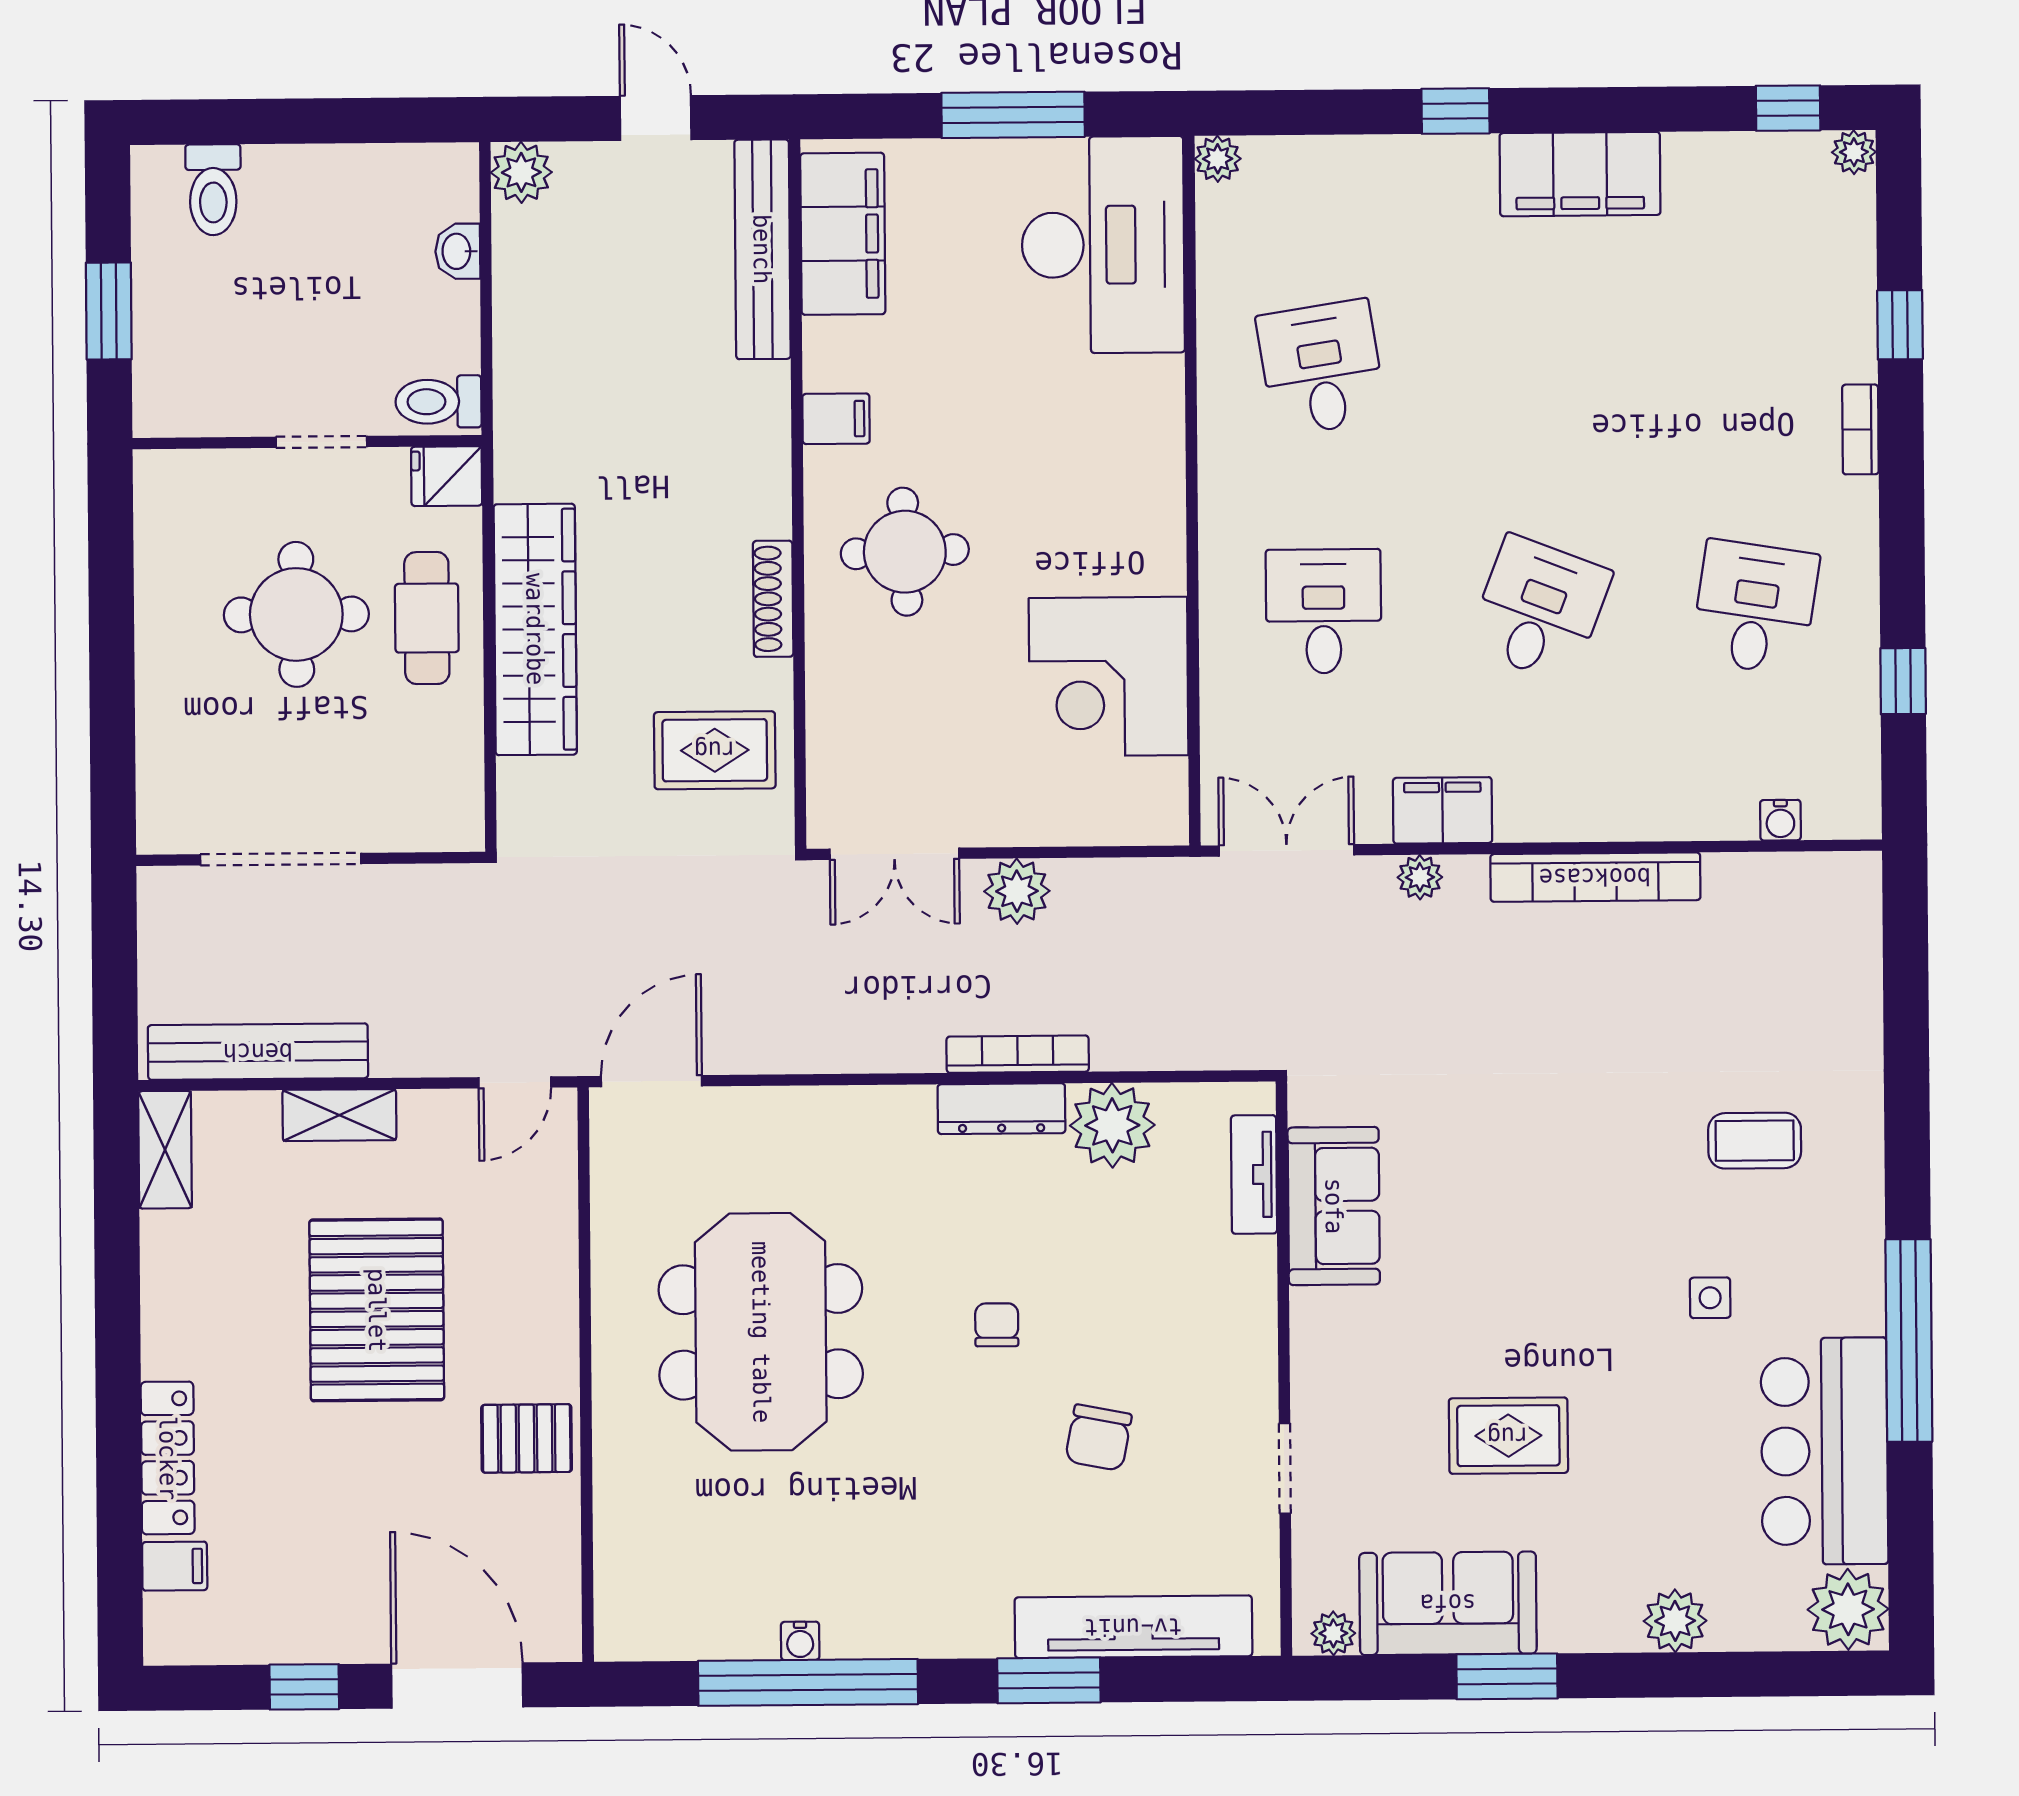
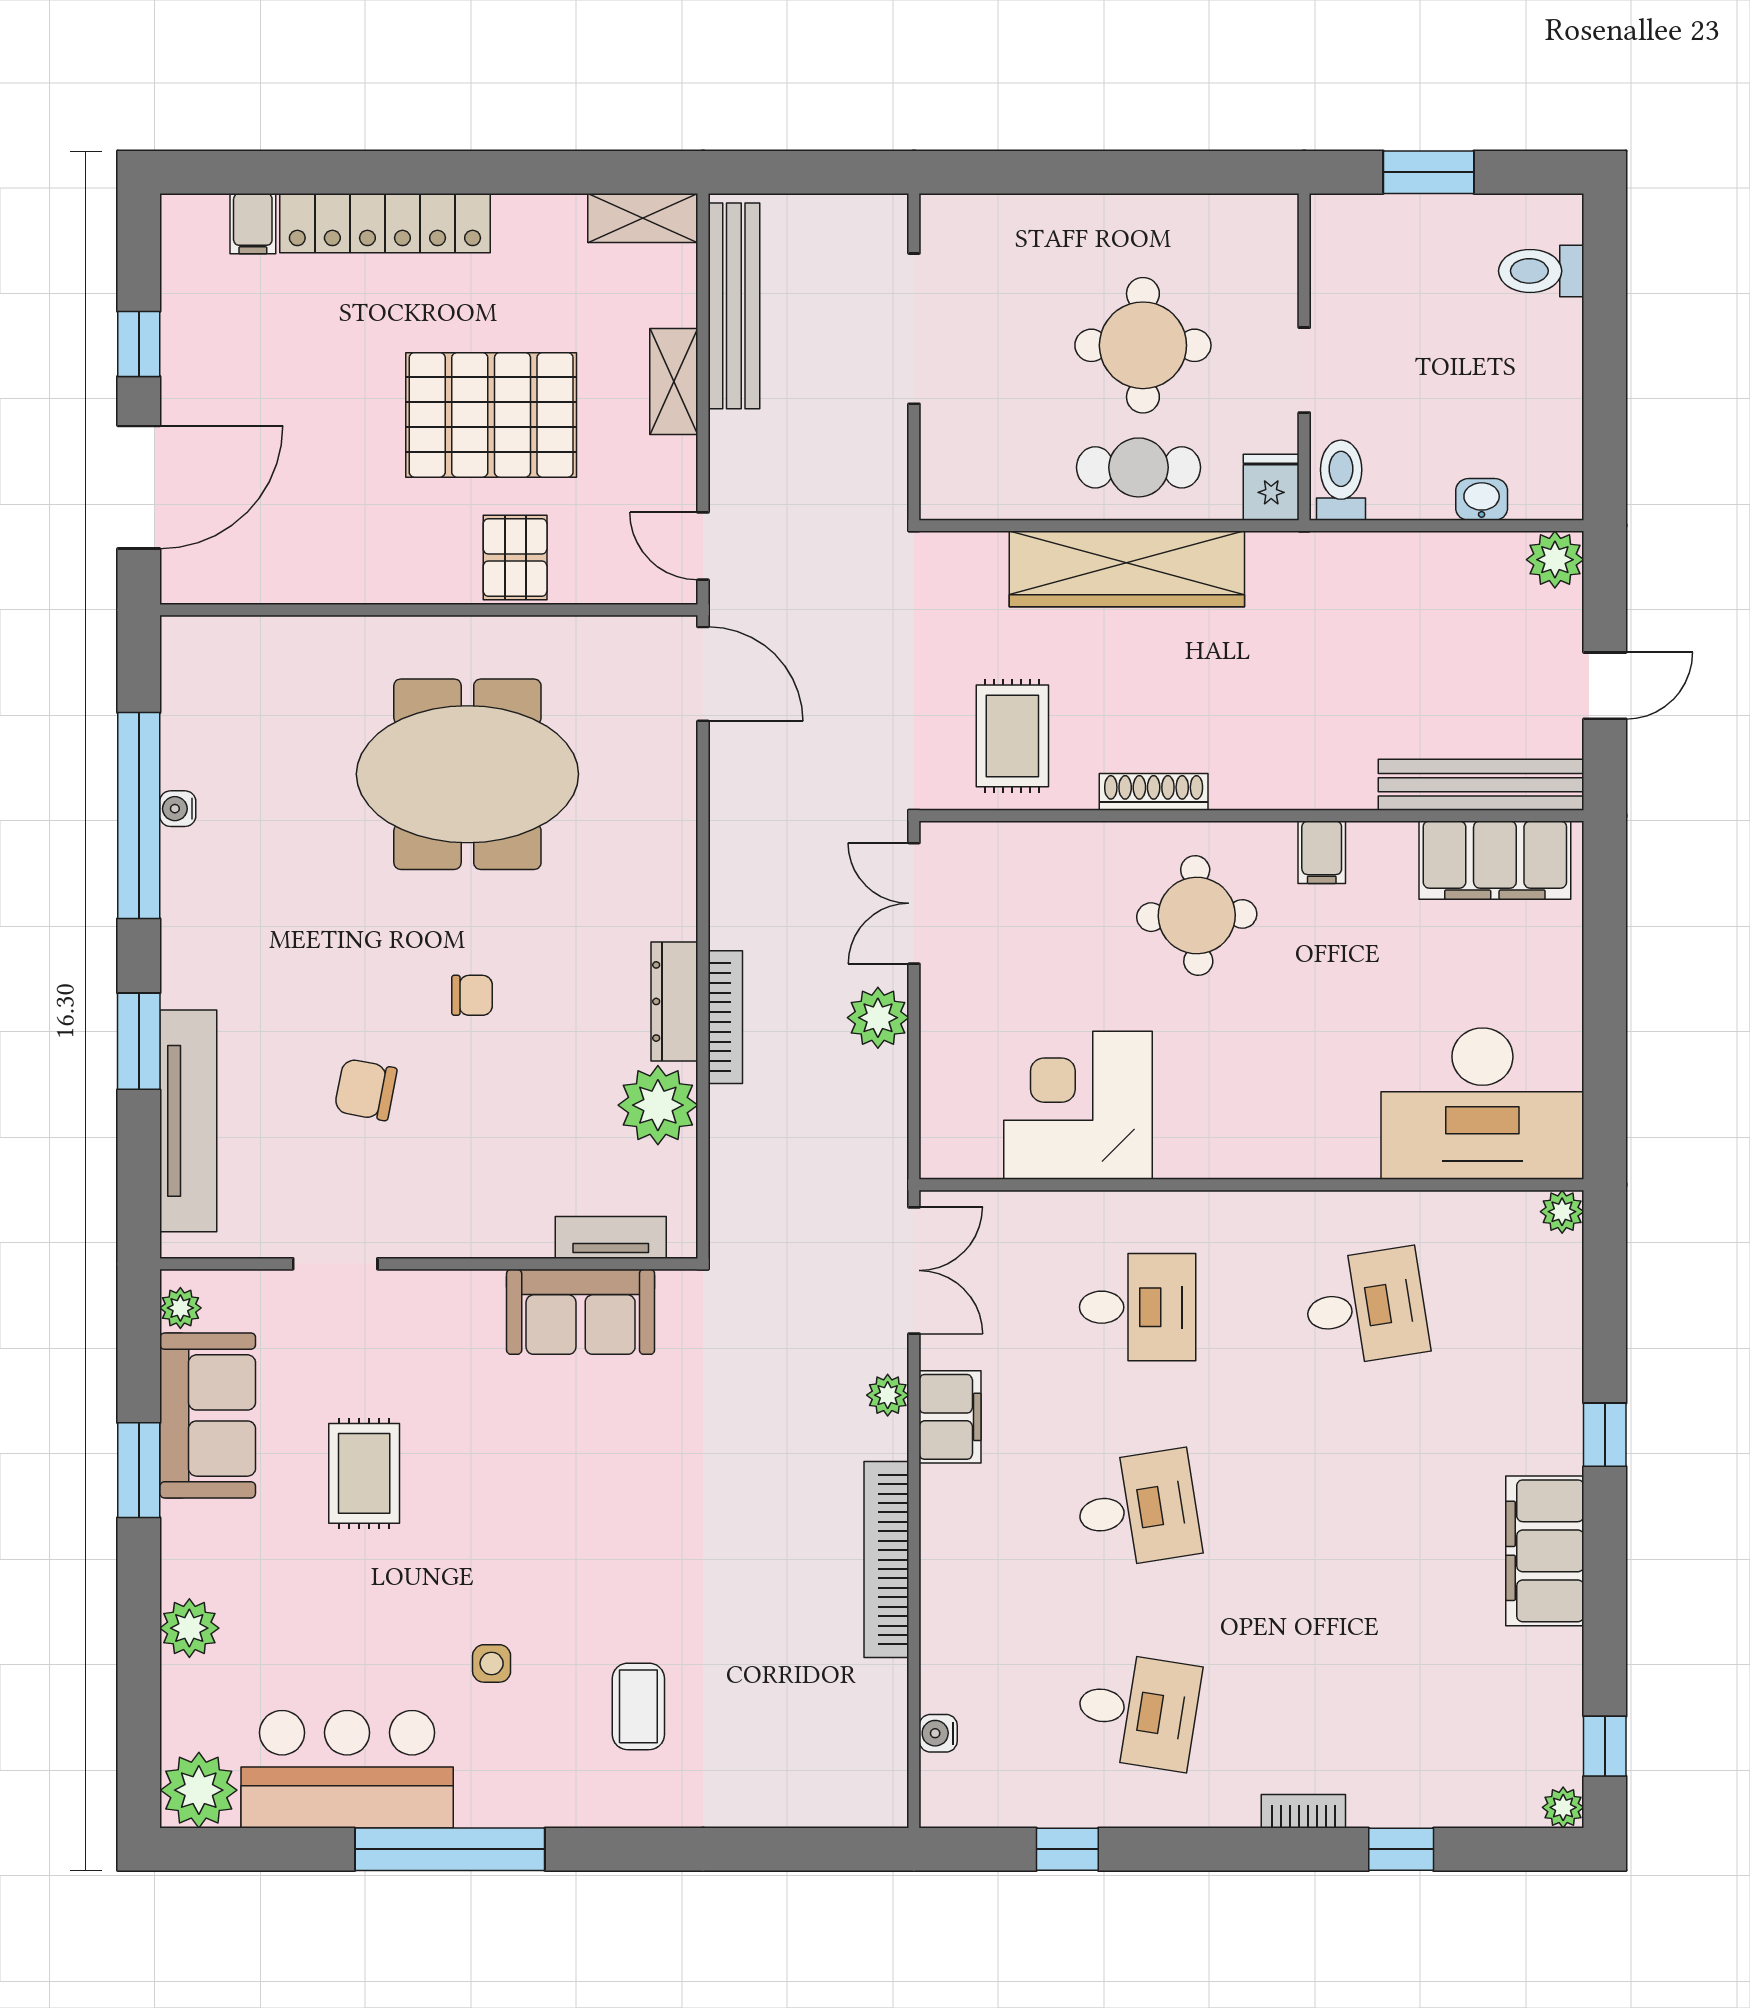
window: (1013, 115) -> (1605, 1020), removed
desk: (1539, 609) -> (1138, 1509), turned -30
pallet: (527, 1438) -> (515, 557), moved
locker: (168, 1458) -> (385, 223), width x1.41, depth x1.21

